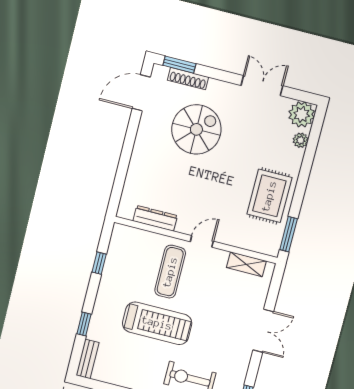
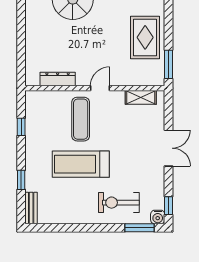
treadmill: (157, 323) -> (81, 164), turned 180

